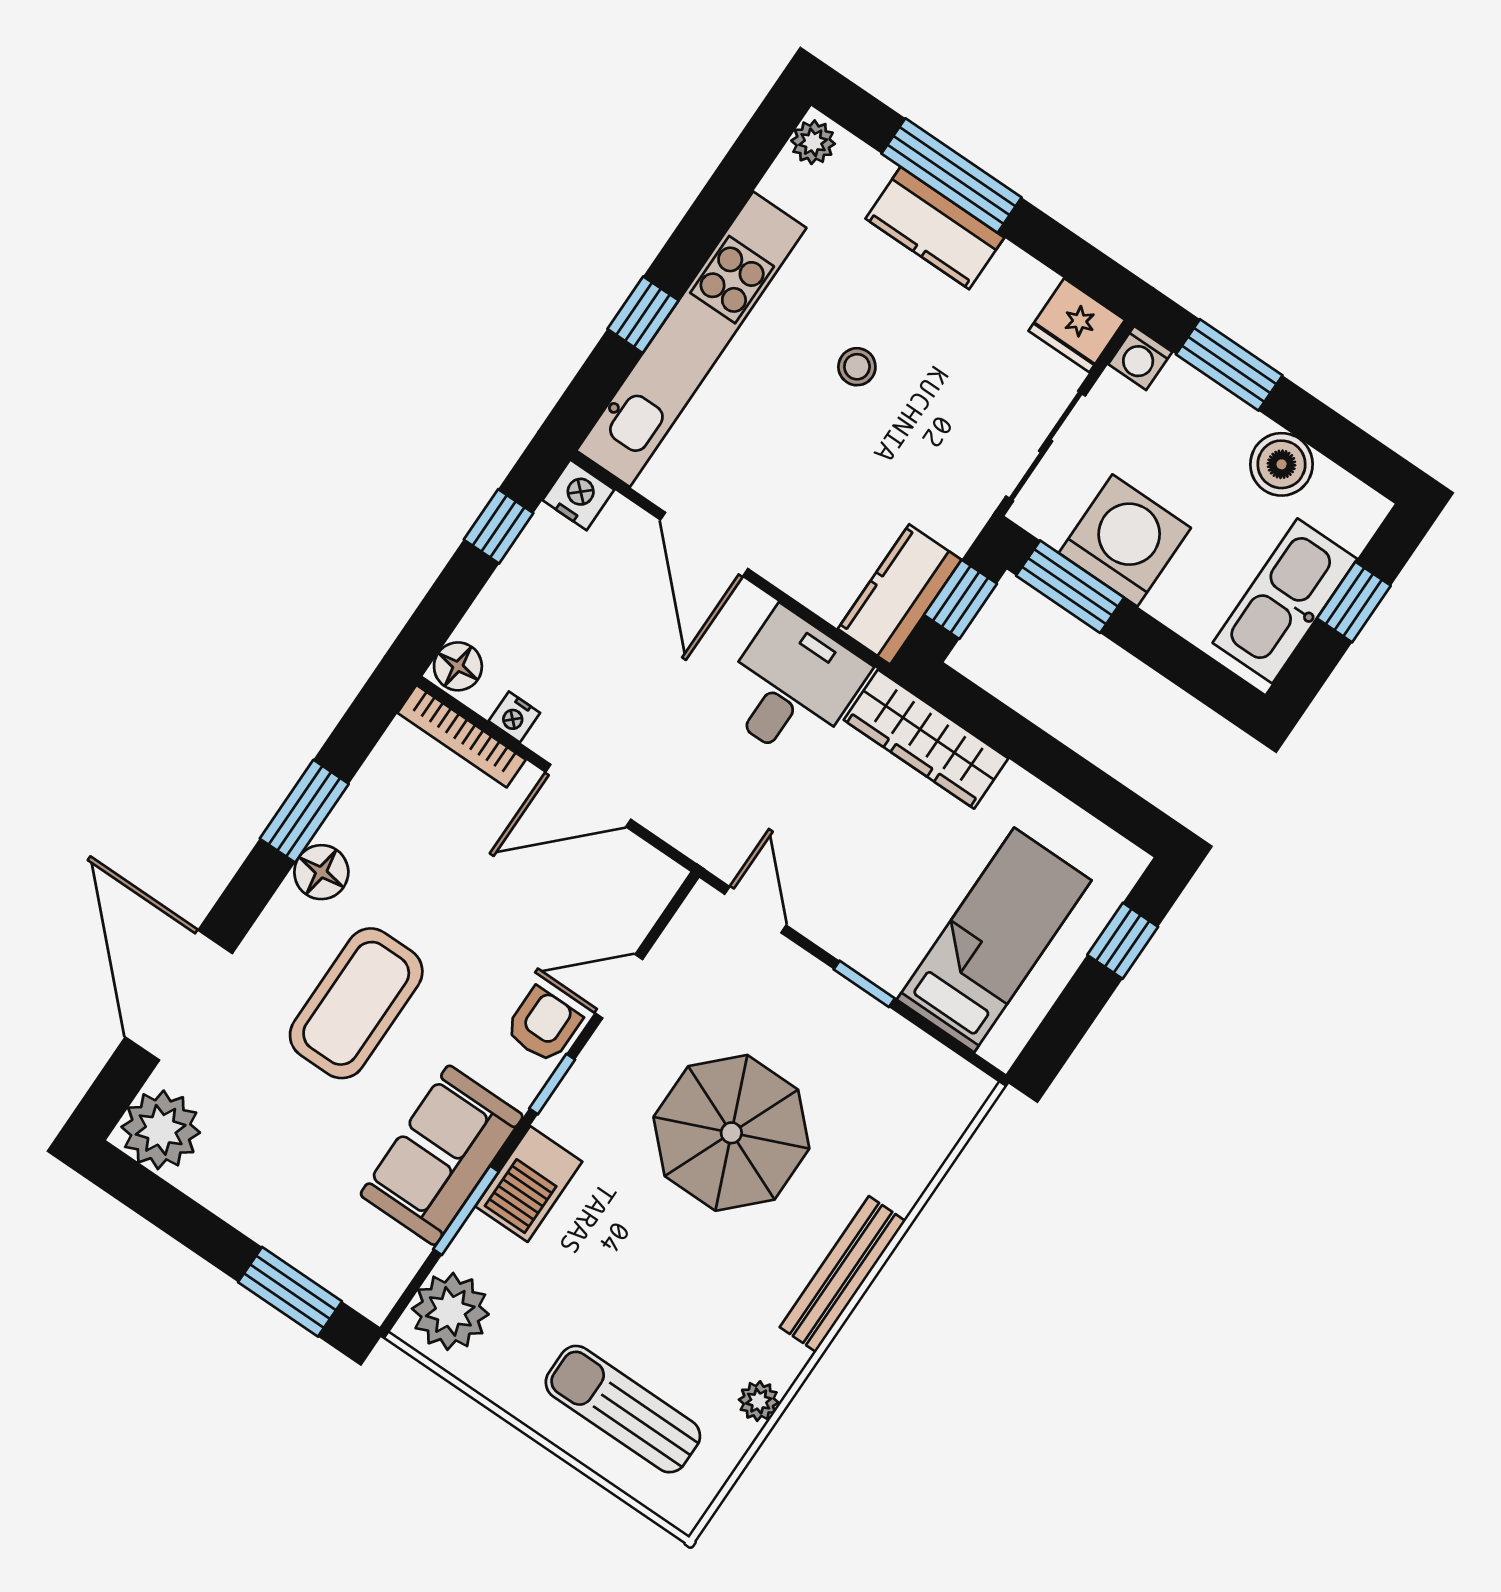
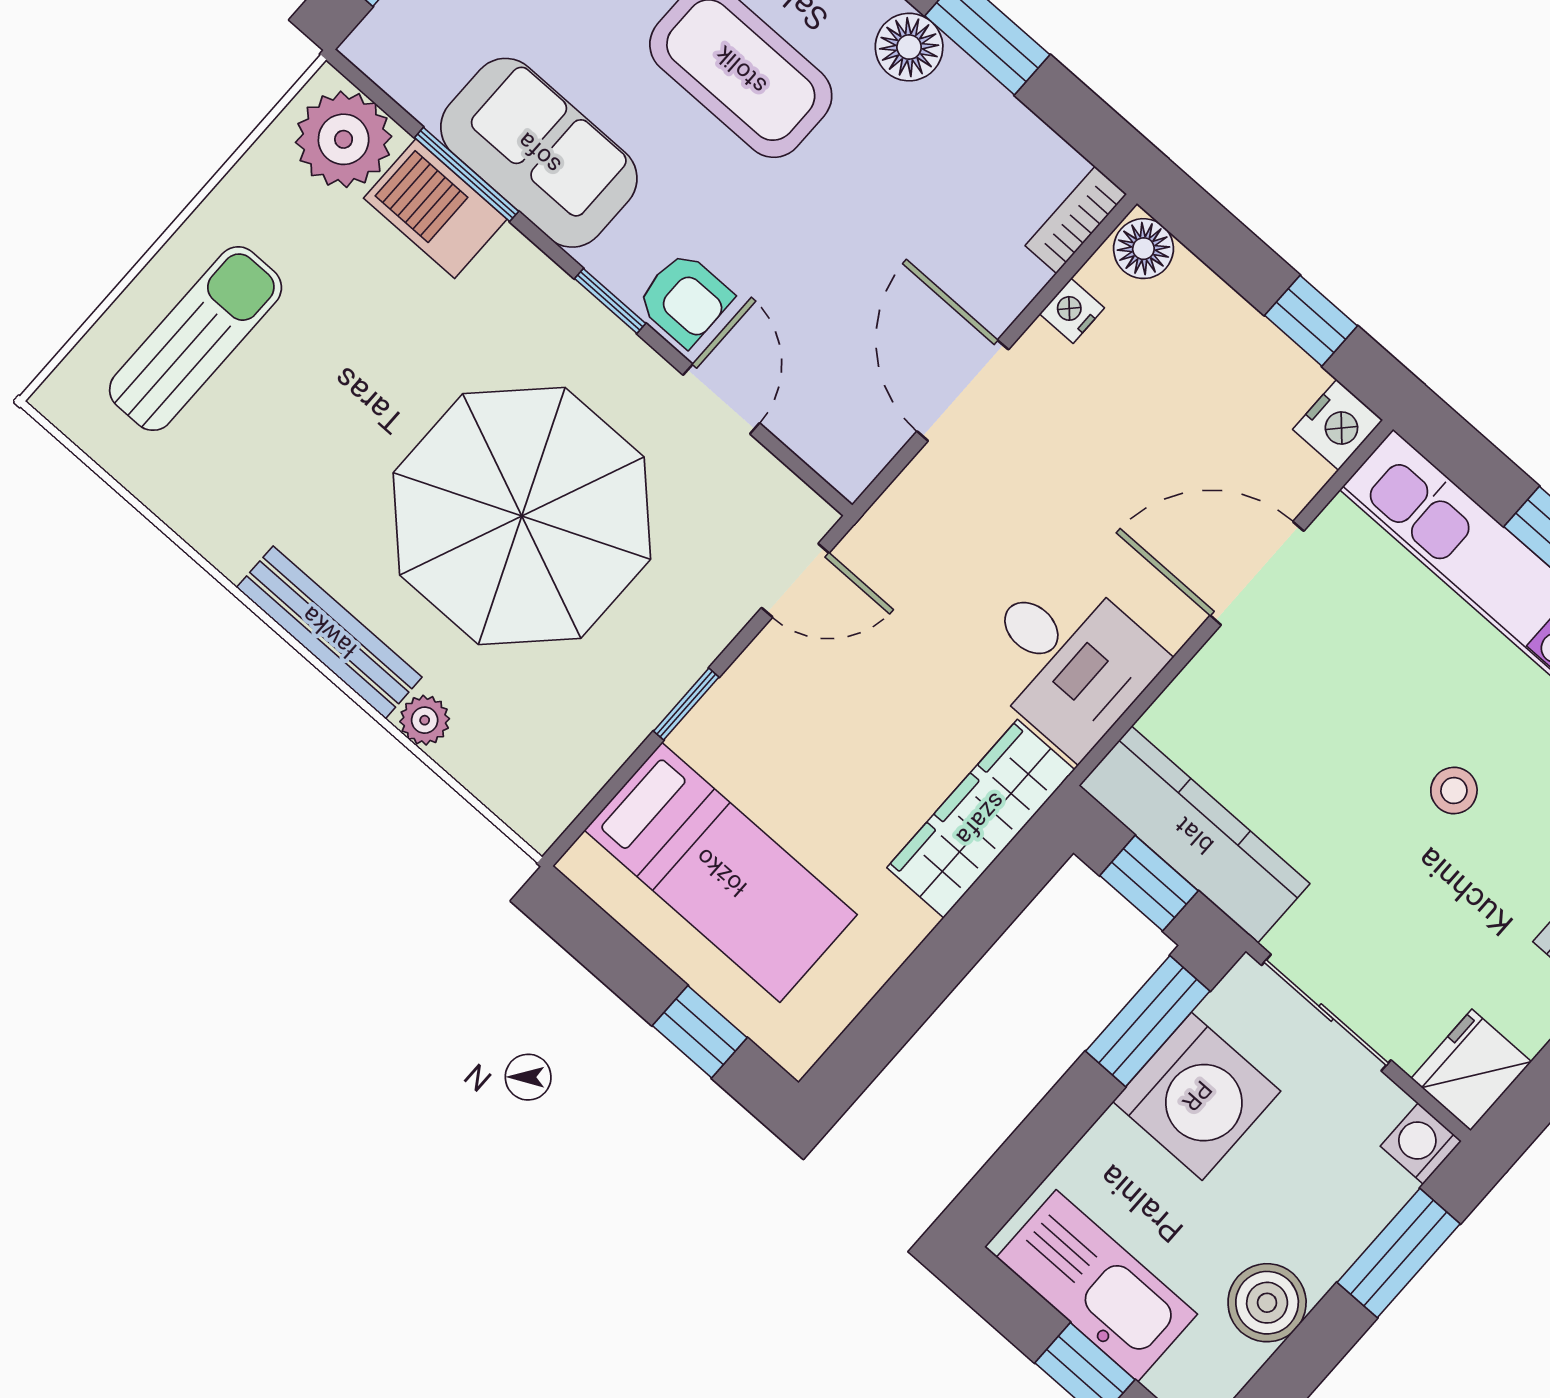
kitchen counter: (900, 594) -> (1194, 835), width x1.50
bookcase: (462, 736) -> (1076, 220), width x0.64
parasol: (731, 1133) -> (522, 516), width x1.36, depth x1.36
barbecue: (529, 1184) -> (435, 209), moved
plant: (759, 1401) -> (425, 720), moved

